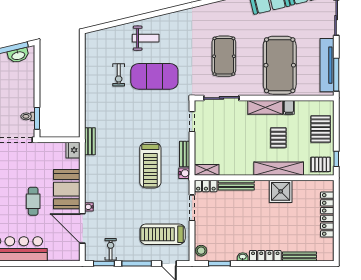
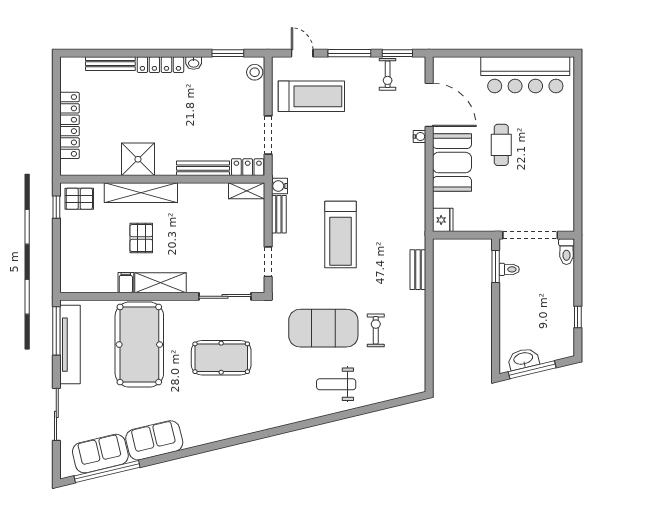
pool table: (224, 56) -> (221, 358), turned 90
pallet: (321, 129) -> (79, 251), removed
bench: (90, 141) -> (418, 270), moved
treadmill: (150, 165) -> (341, 235), moved, turned 180

